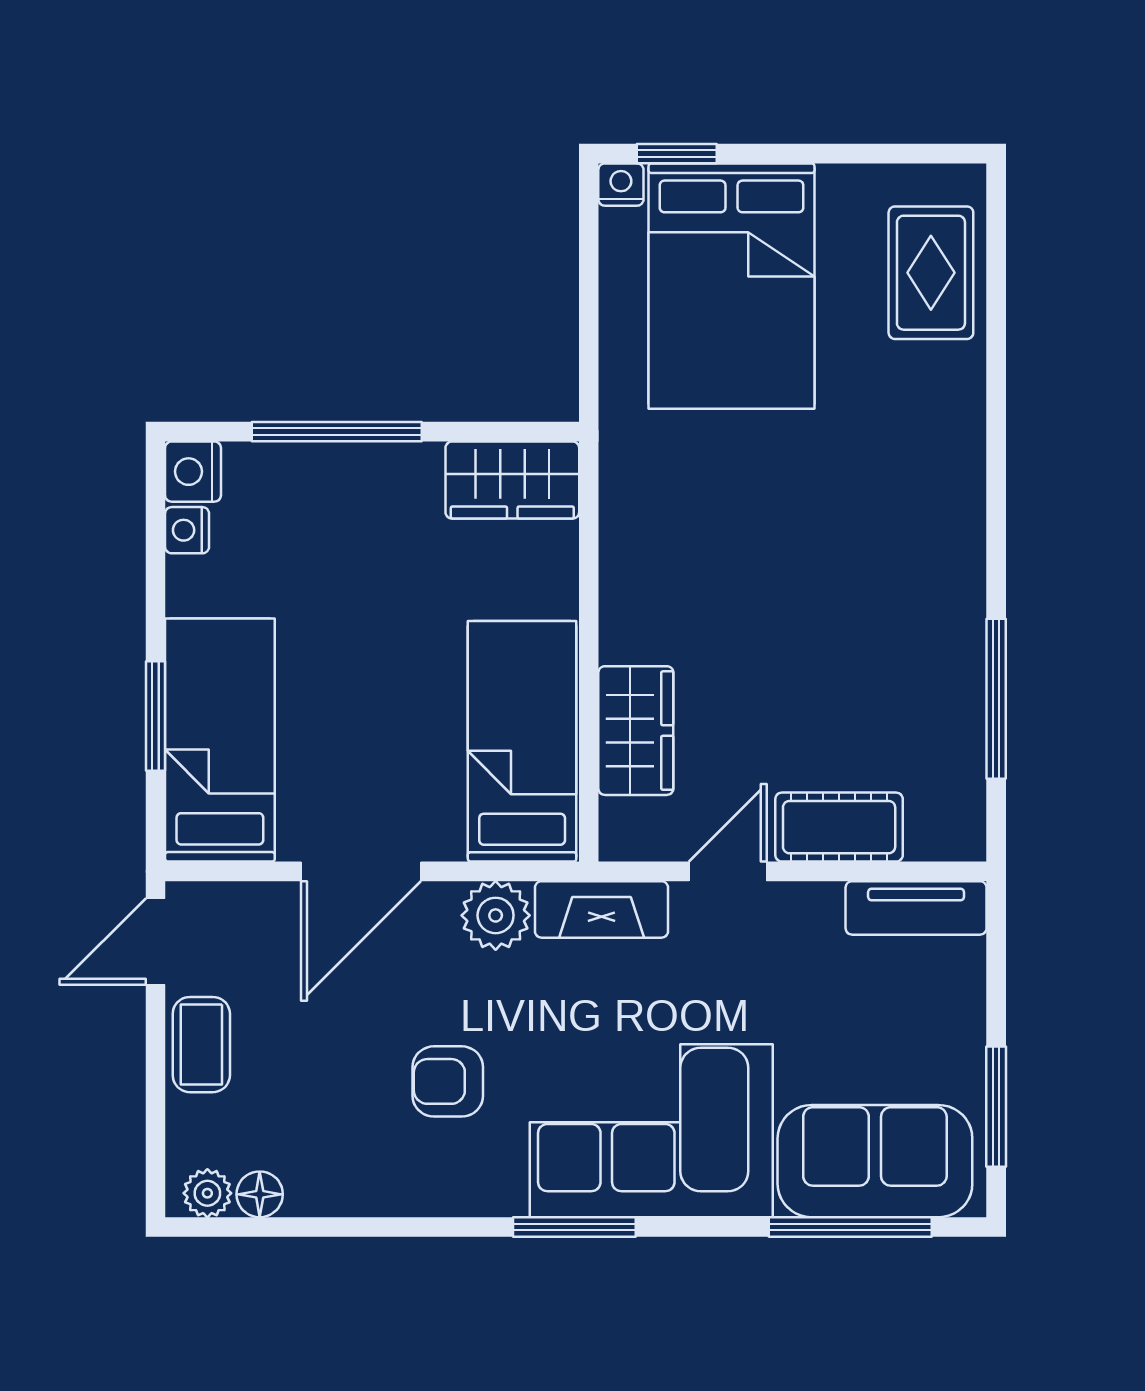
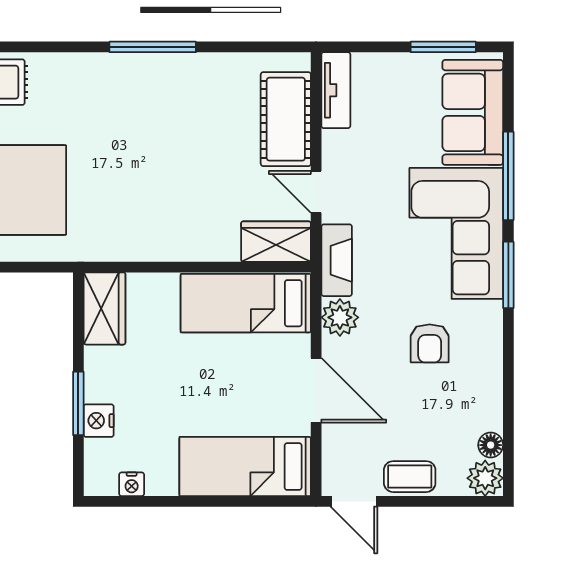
window: (337, 432) -> (78, 403), width x0.69
nightstand: (193, 472) -> (99, 421), moved, turned 90
window: (996, 699) -> (153, 47), moved
window: (155, 716) -> (232, 501), removed
wardrobe: (636, 731) -> (276, 242), moved
cot: (839, 827) -> (286, 119), width x1.37, depth x1.34
plant: (207, 1193) -> (485, 478), width x1.38, depth x1.38
window: (850, 1227) -> (508, 176), moved

